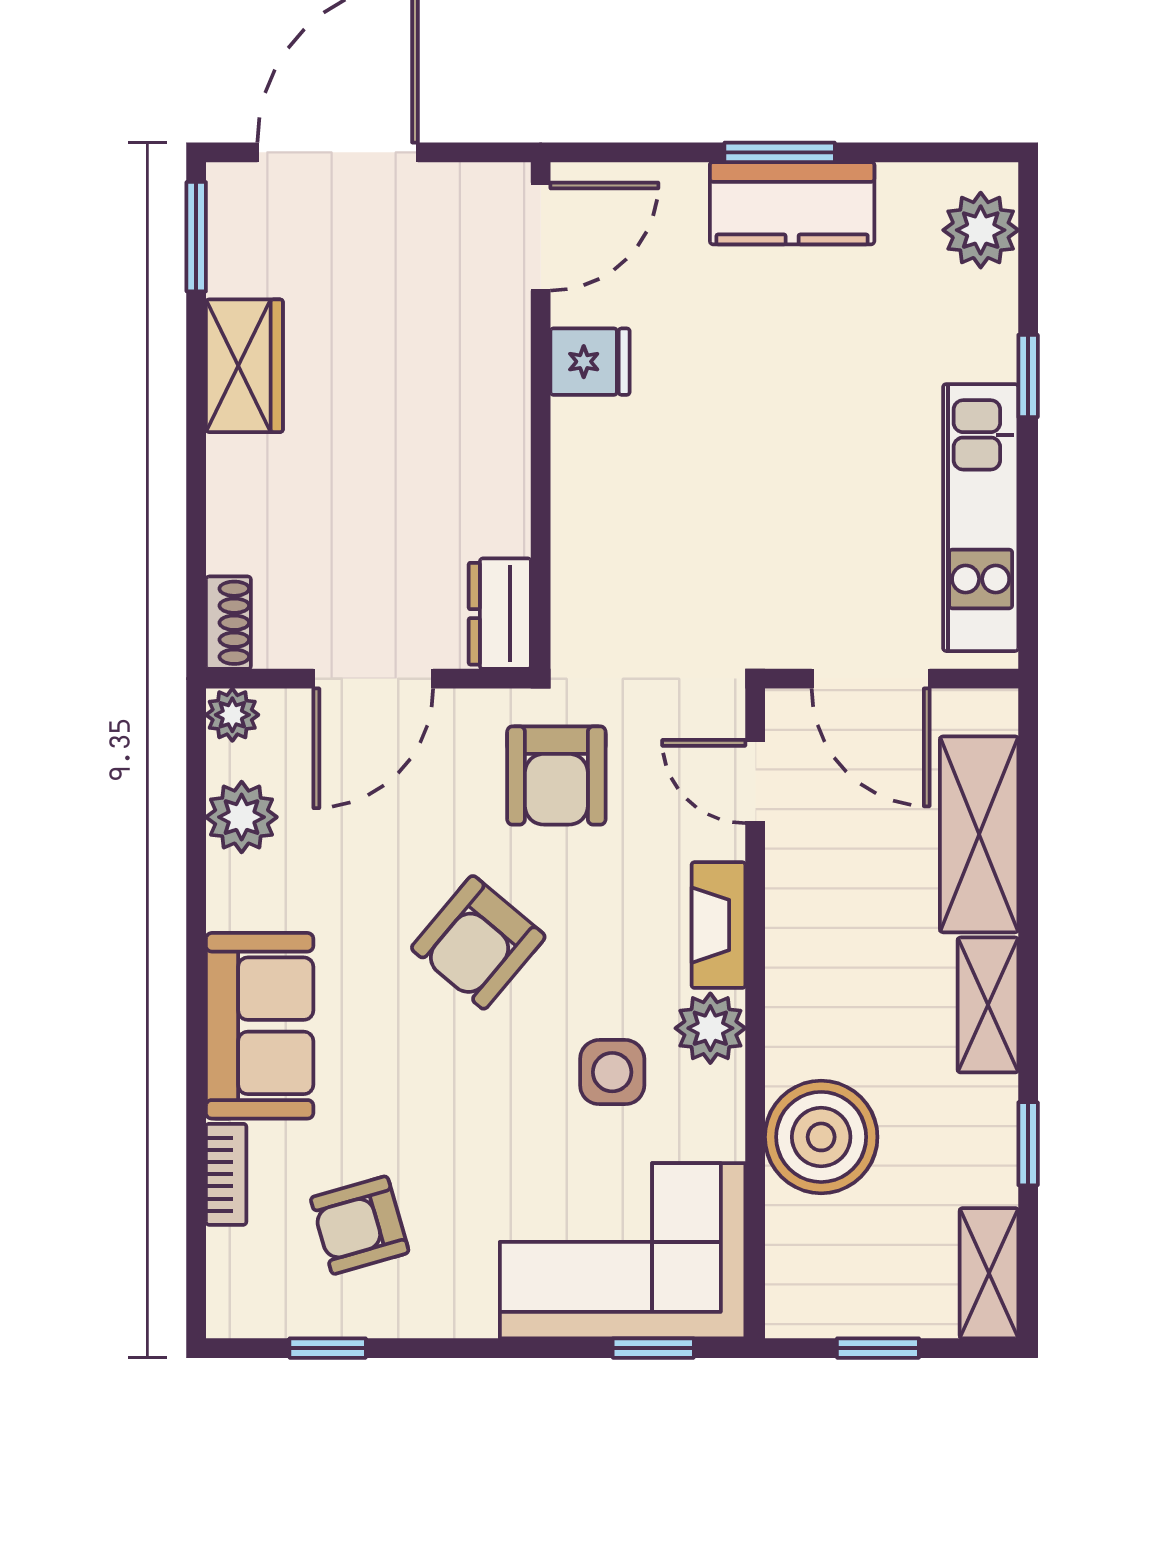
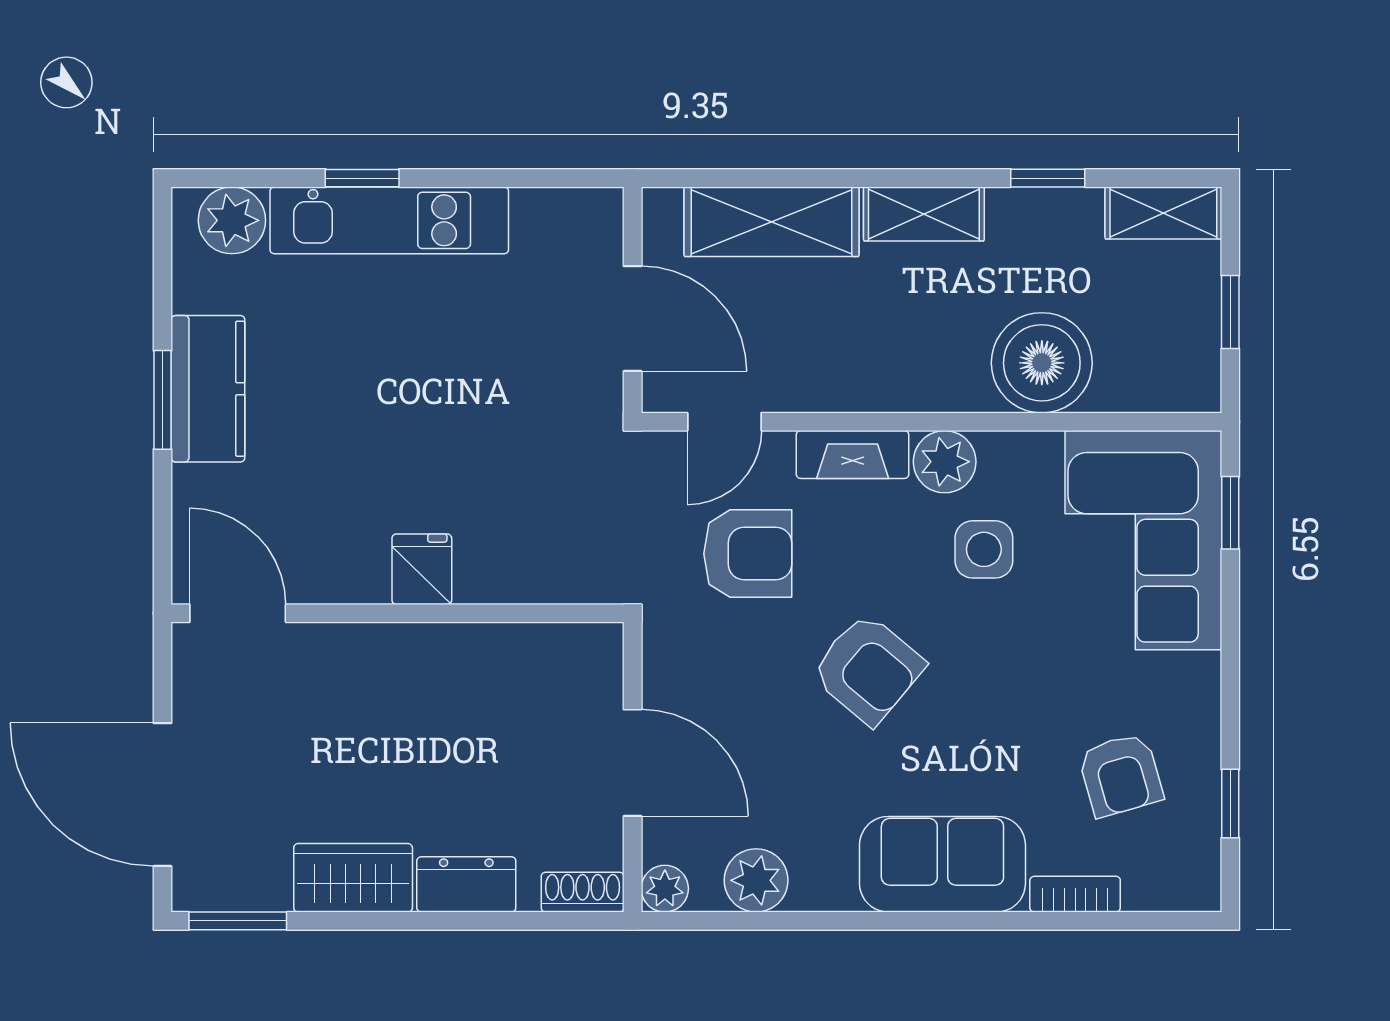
fridge: (590, 362) -> (422, 569), moved
kitchen unit: (981, 518) -> (389, 220), moved
dresser: (500, 614) -> (466, 884), moved, turned 180
door: (871, 679) -> (633, 319), hinge flipped
armchair: (556, 775) -> (748, 554), moved

